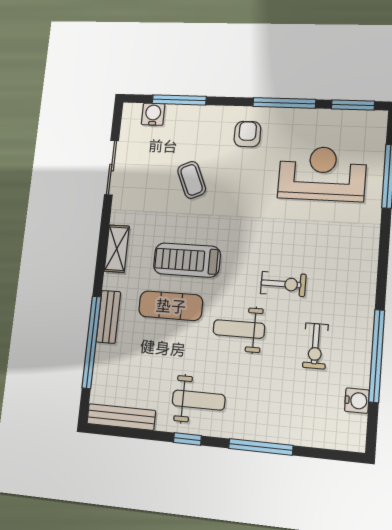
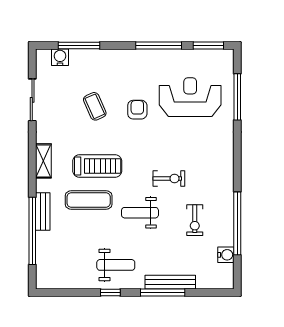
armchair: (247, 134) -> (137, 110), moved
treadmill: (187, 260) -> (97, 166), turned 180
bench: (121, 417) -> (170, 282), moved

